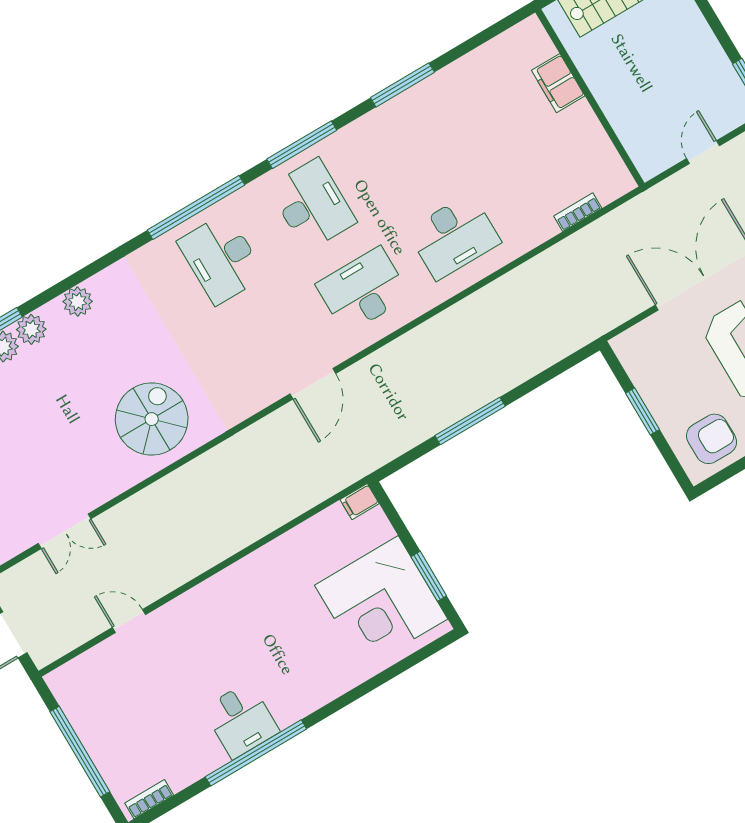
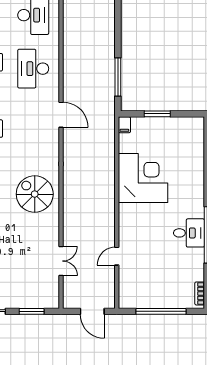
window: (470, 421) -> (118, 77), moved
window: (429, 576) -> (157, 114), moved
corner desk: (381, 602) -> (143, 178), moved, turned -90

